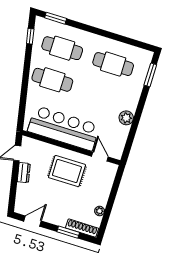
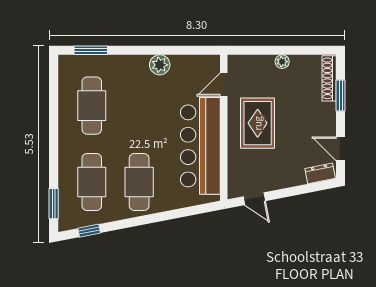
dresser: (24, 173) -> (320, 173), moved
plant: (100, 211) -> (282, 62), moved

